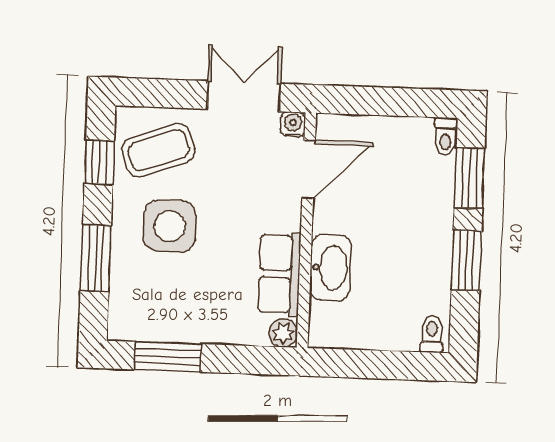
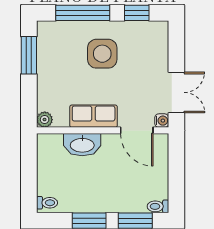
coffee table: (159, 150) -> (144, 46), removed
window: (96, 258) -> (83, 13), width x1.44
row of seats: (280, 274) -> (94, 116), moved

